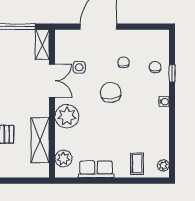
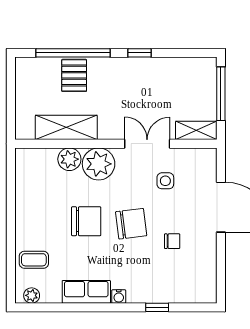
chair: (155, 67) -> (86, 221), moved, width x1.87, depth x1.87
double door: (52, 81) -> (147, 144), swing flipped
plant: (63, 158) -> (69, 159), moved
row of seats: (96, 169) -> (86, 292), moved, turned -90

